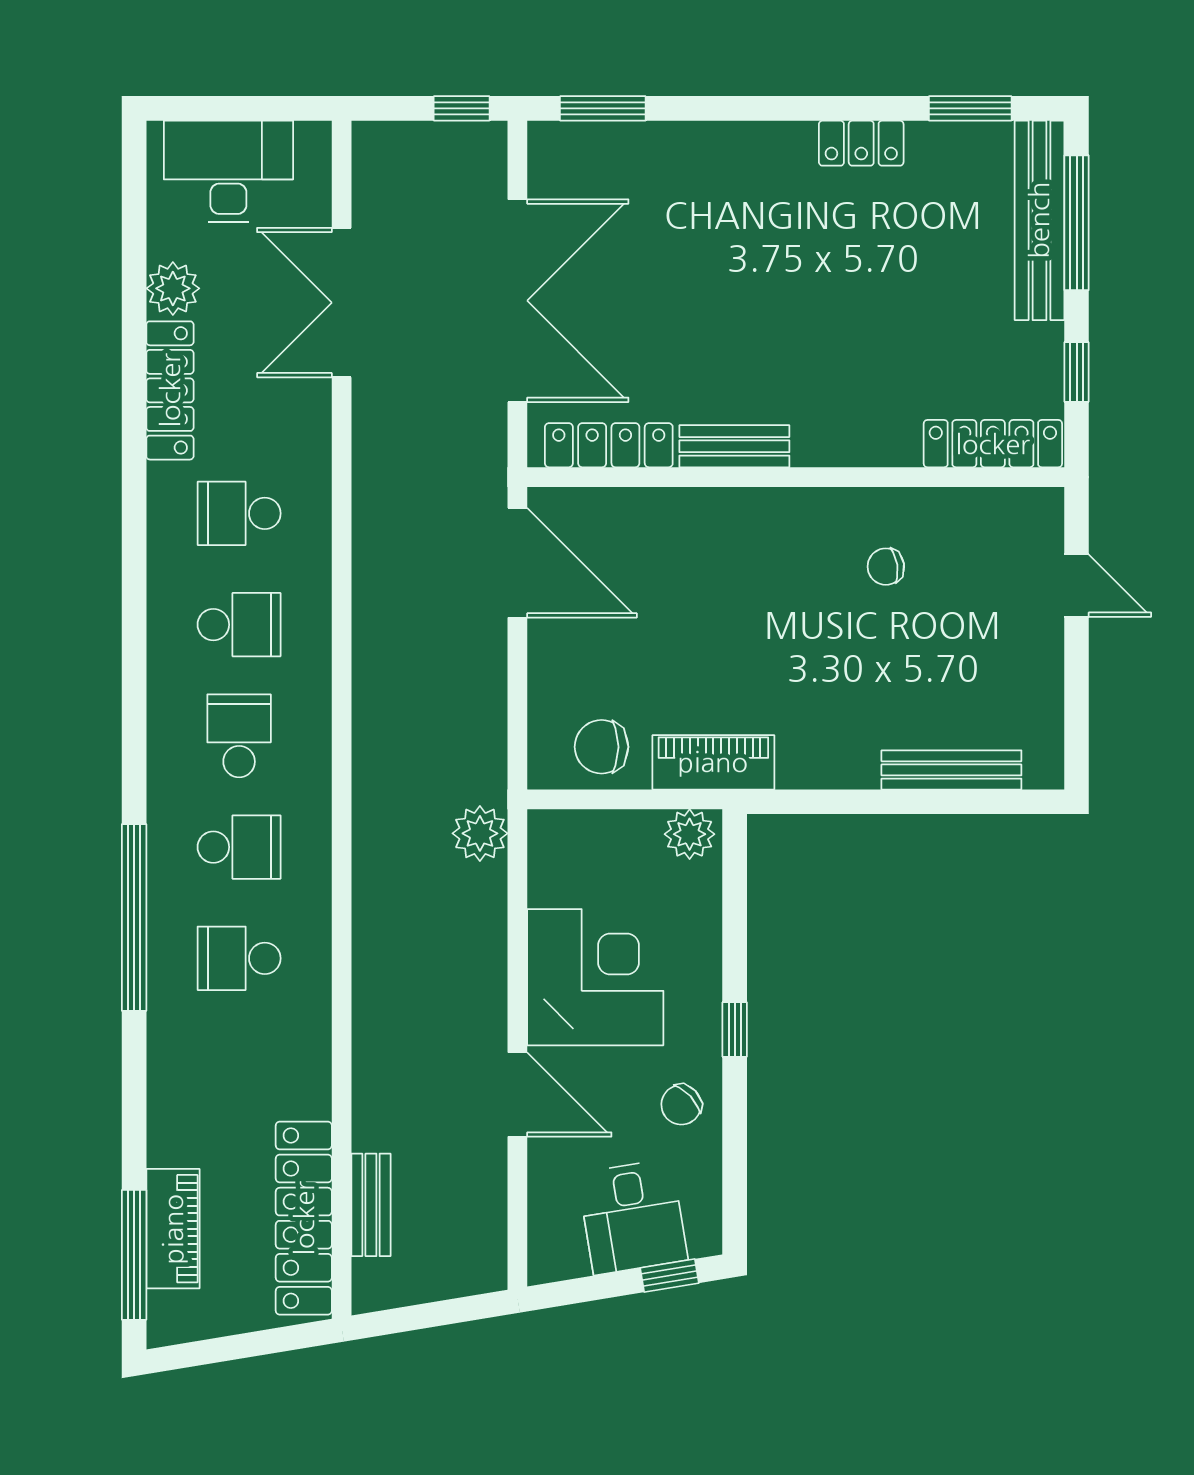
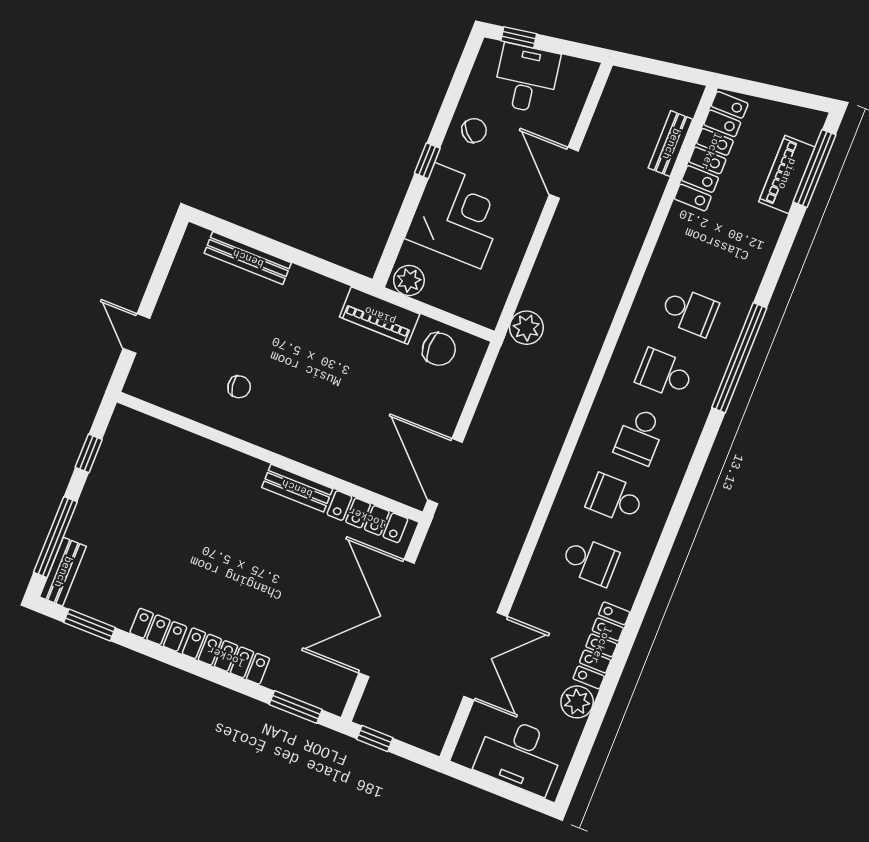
bench: (1039, 220) -> (63, 572), width x0.54, depth x0.82
locker: (993, 444) -> (226, 656), moved, turned 180
corner desk: (595, 977) -> (458, 216), moved, turned 180

